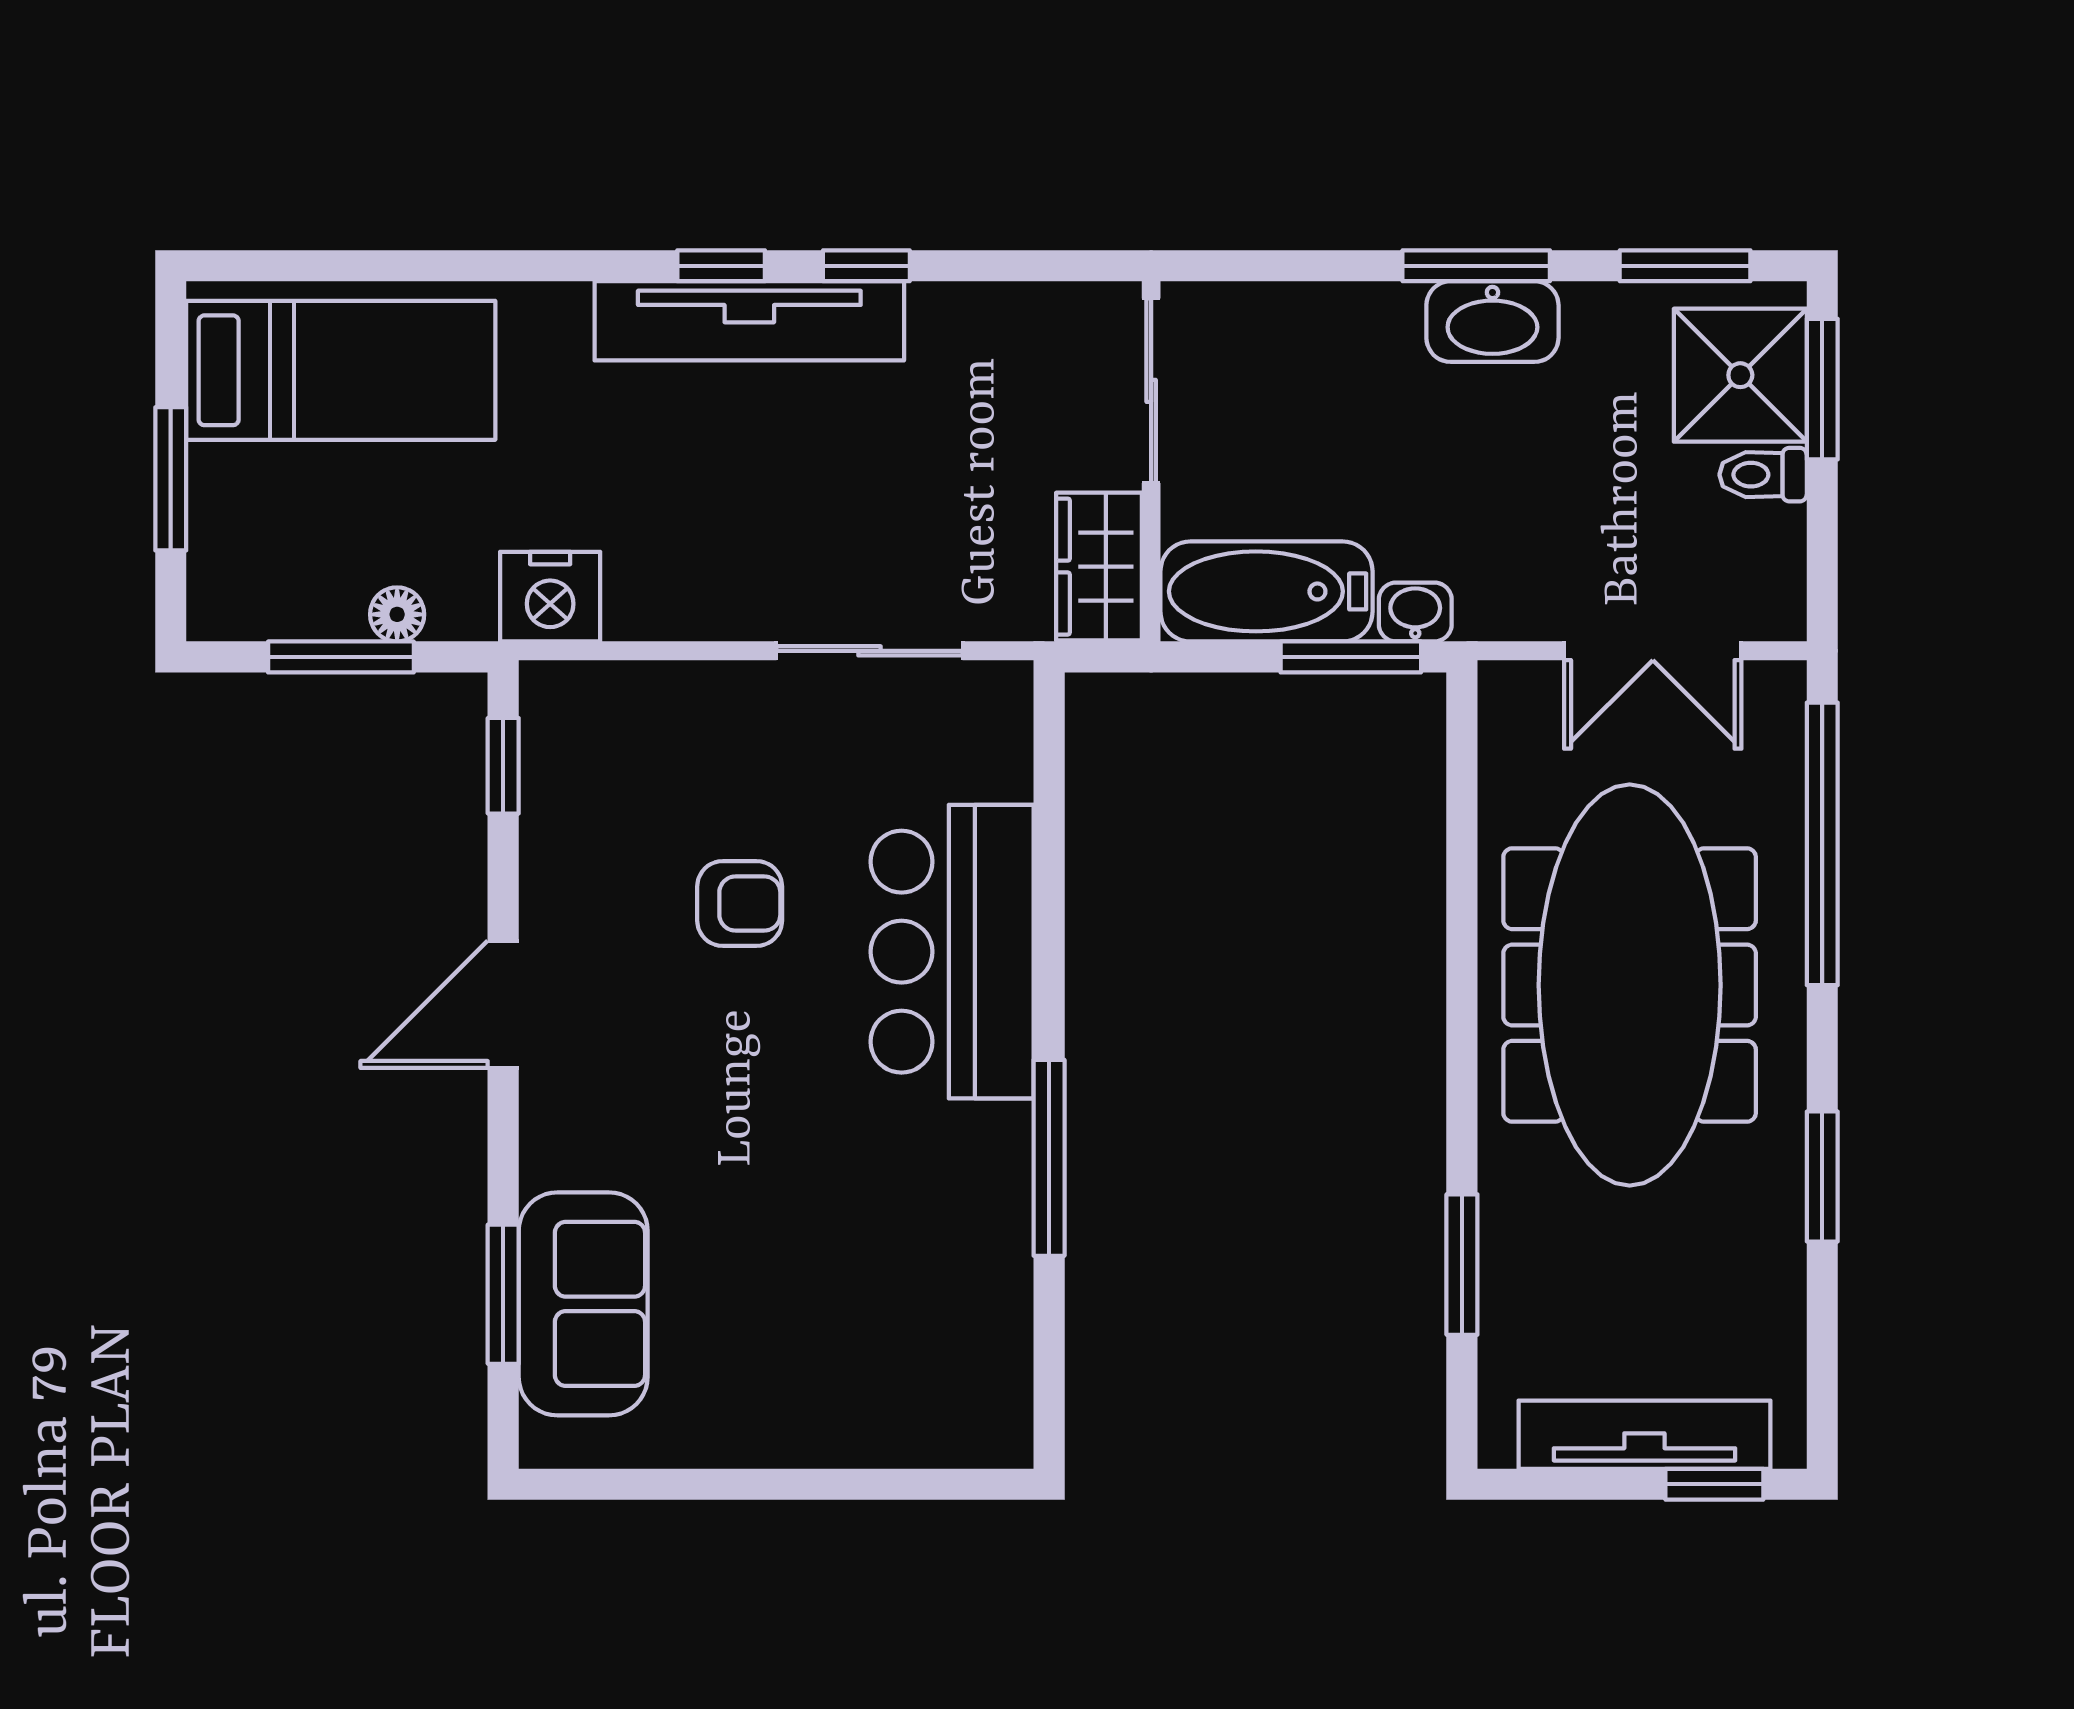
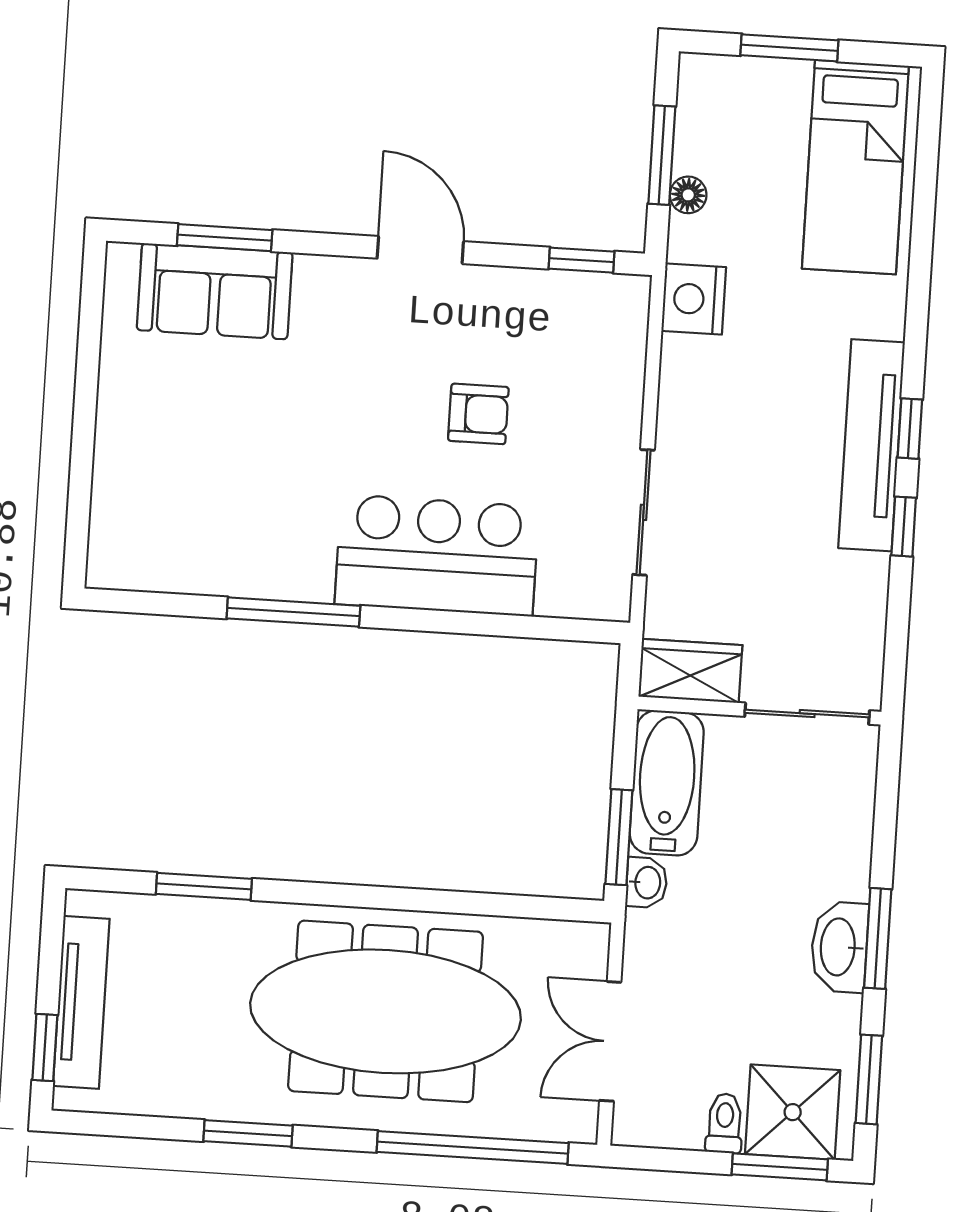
armchair: (740, 904) -> (478, 414), turned -90

